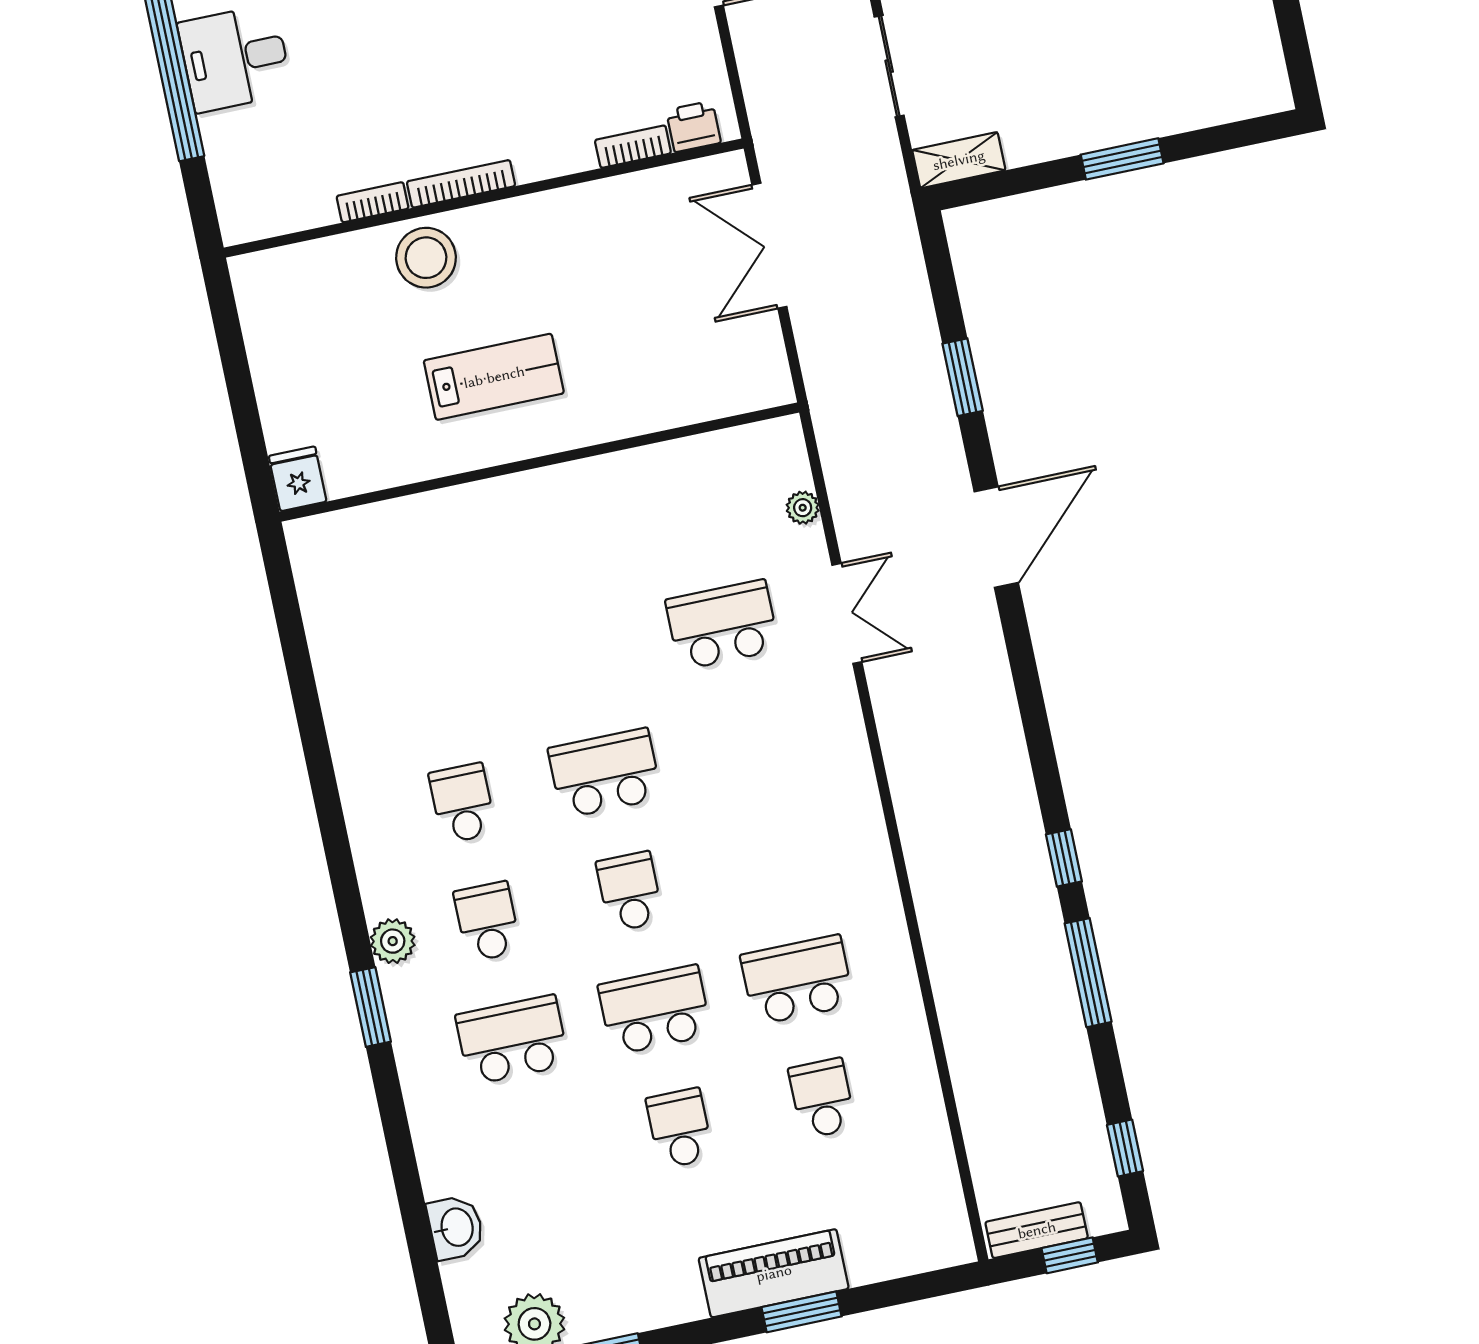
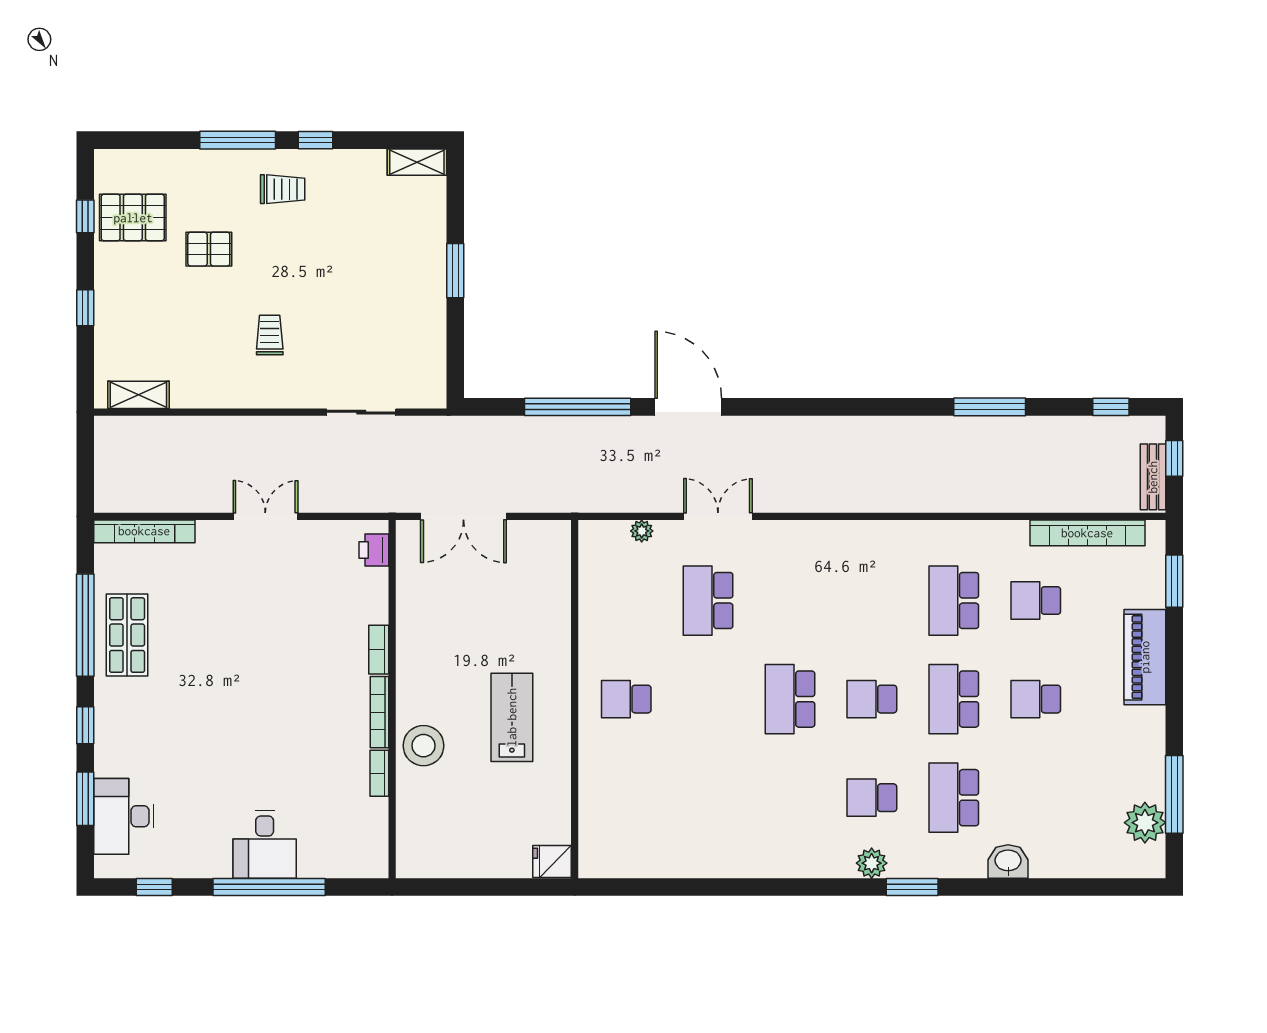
bookcase: (633, 147) -> (379, 650), moved
shelving: (959, 160) -> (417, 162), moved, turned 90
window: (963, 377) -> (578, 407), width x2.11
school desk: (462, 803) -> (626, 699), moved
window: (1064, 858) -> (910, 407), removed
bookcase: (936, 1153) -> (1087, 533), added
washbasin: (456, 1228) -> (1008, 861), moved
window: (802, 1312) -> (1174, 581), moved

